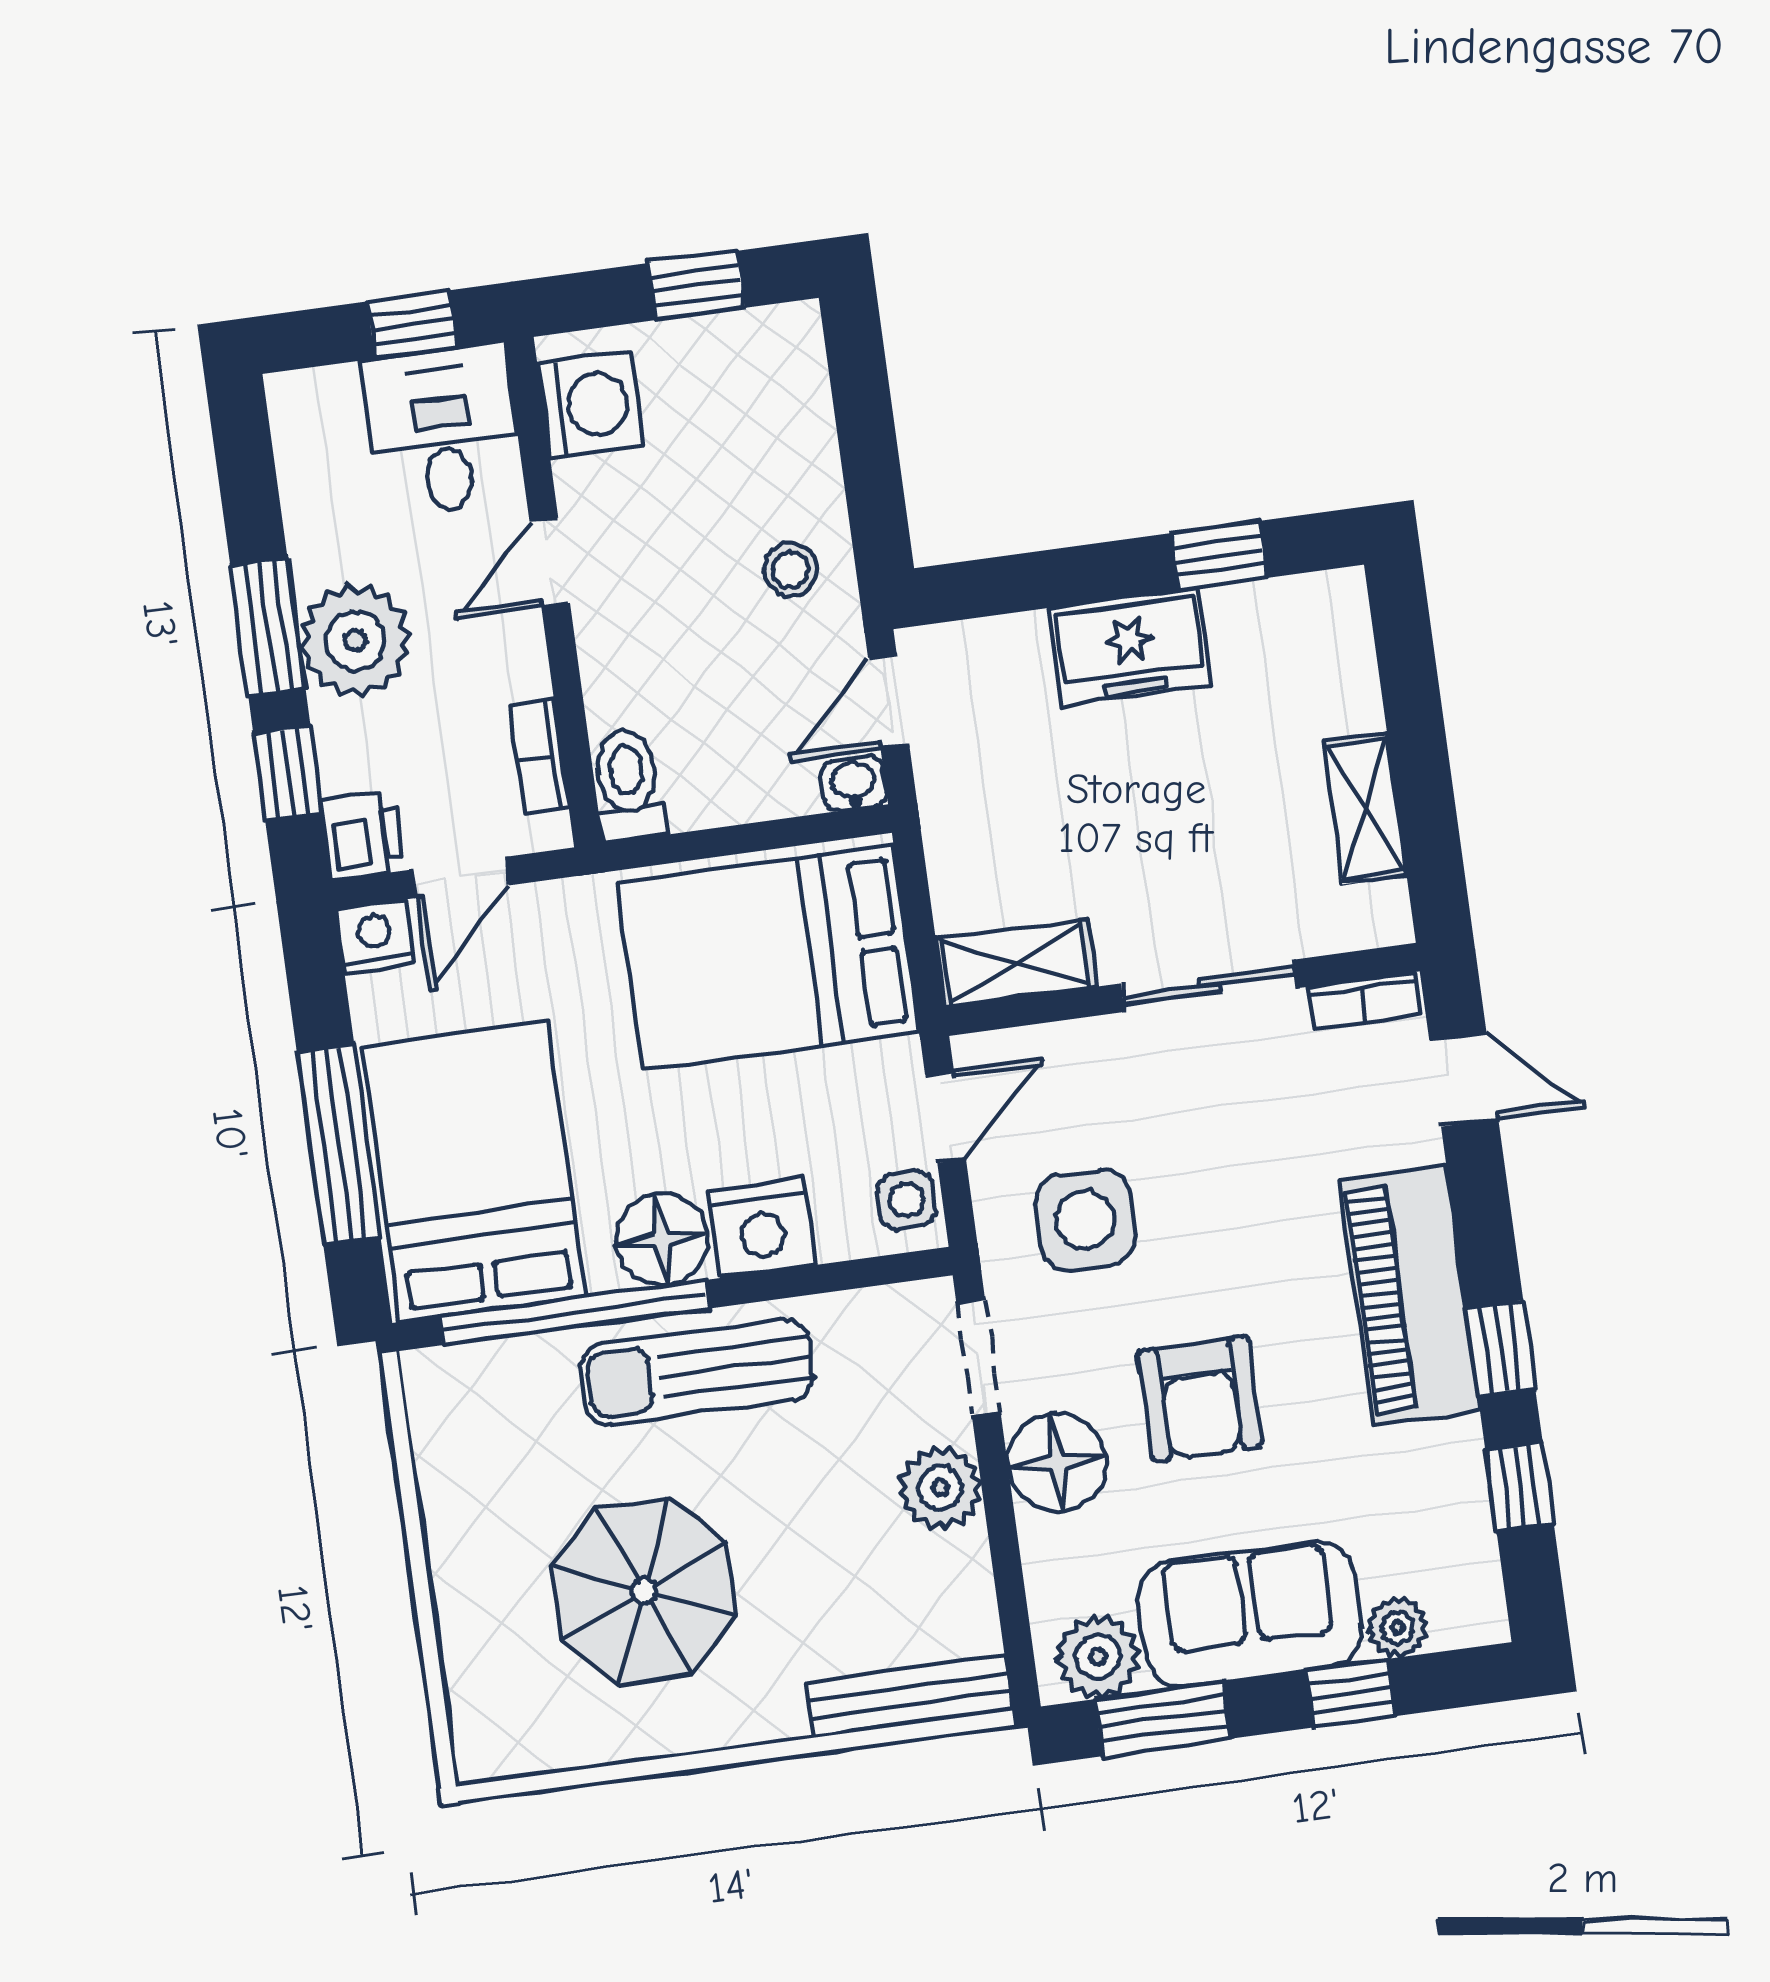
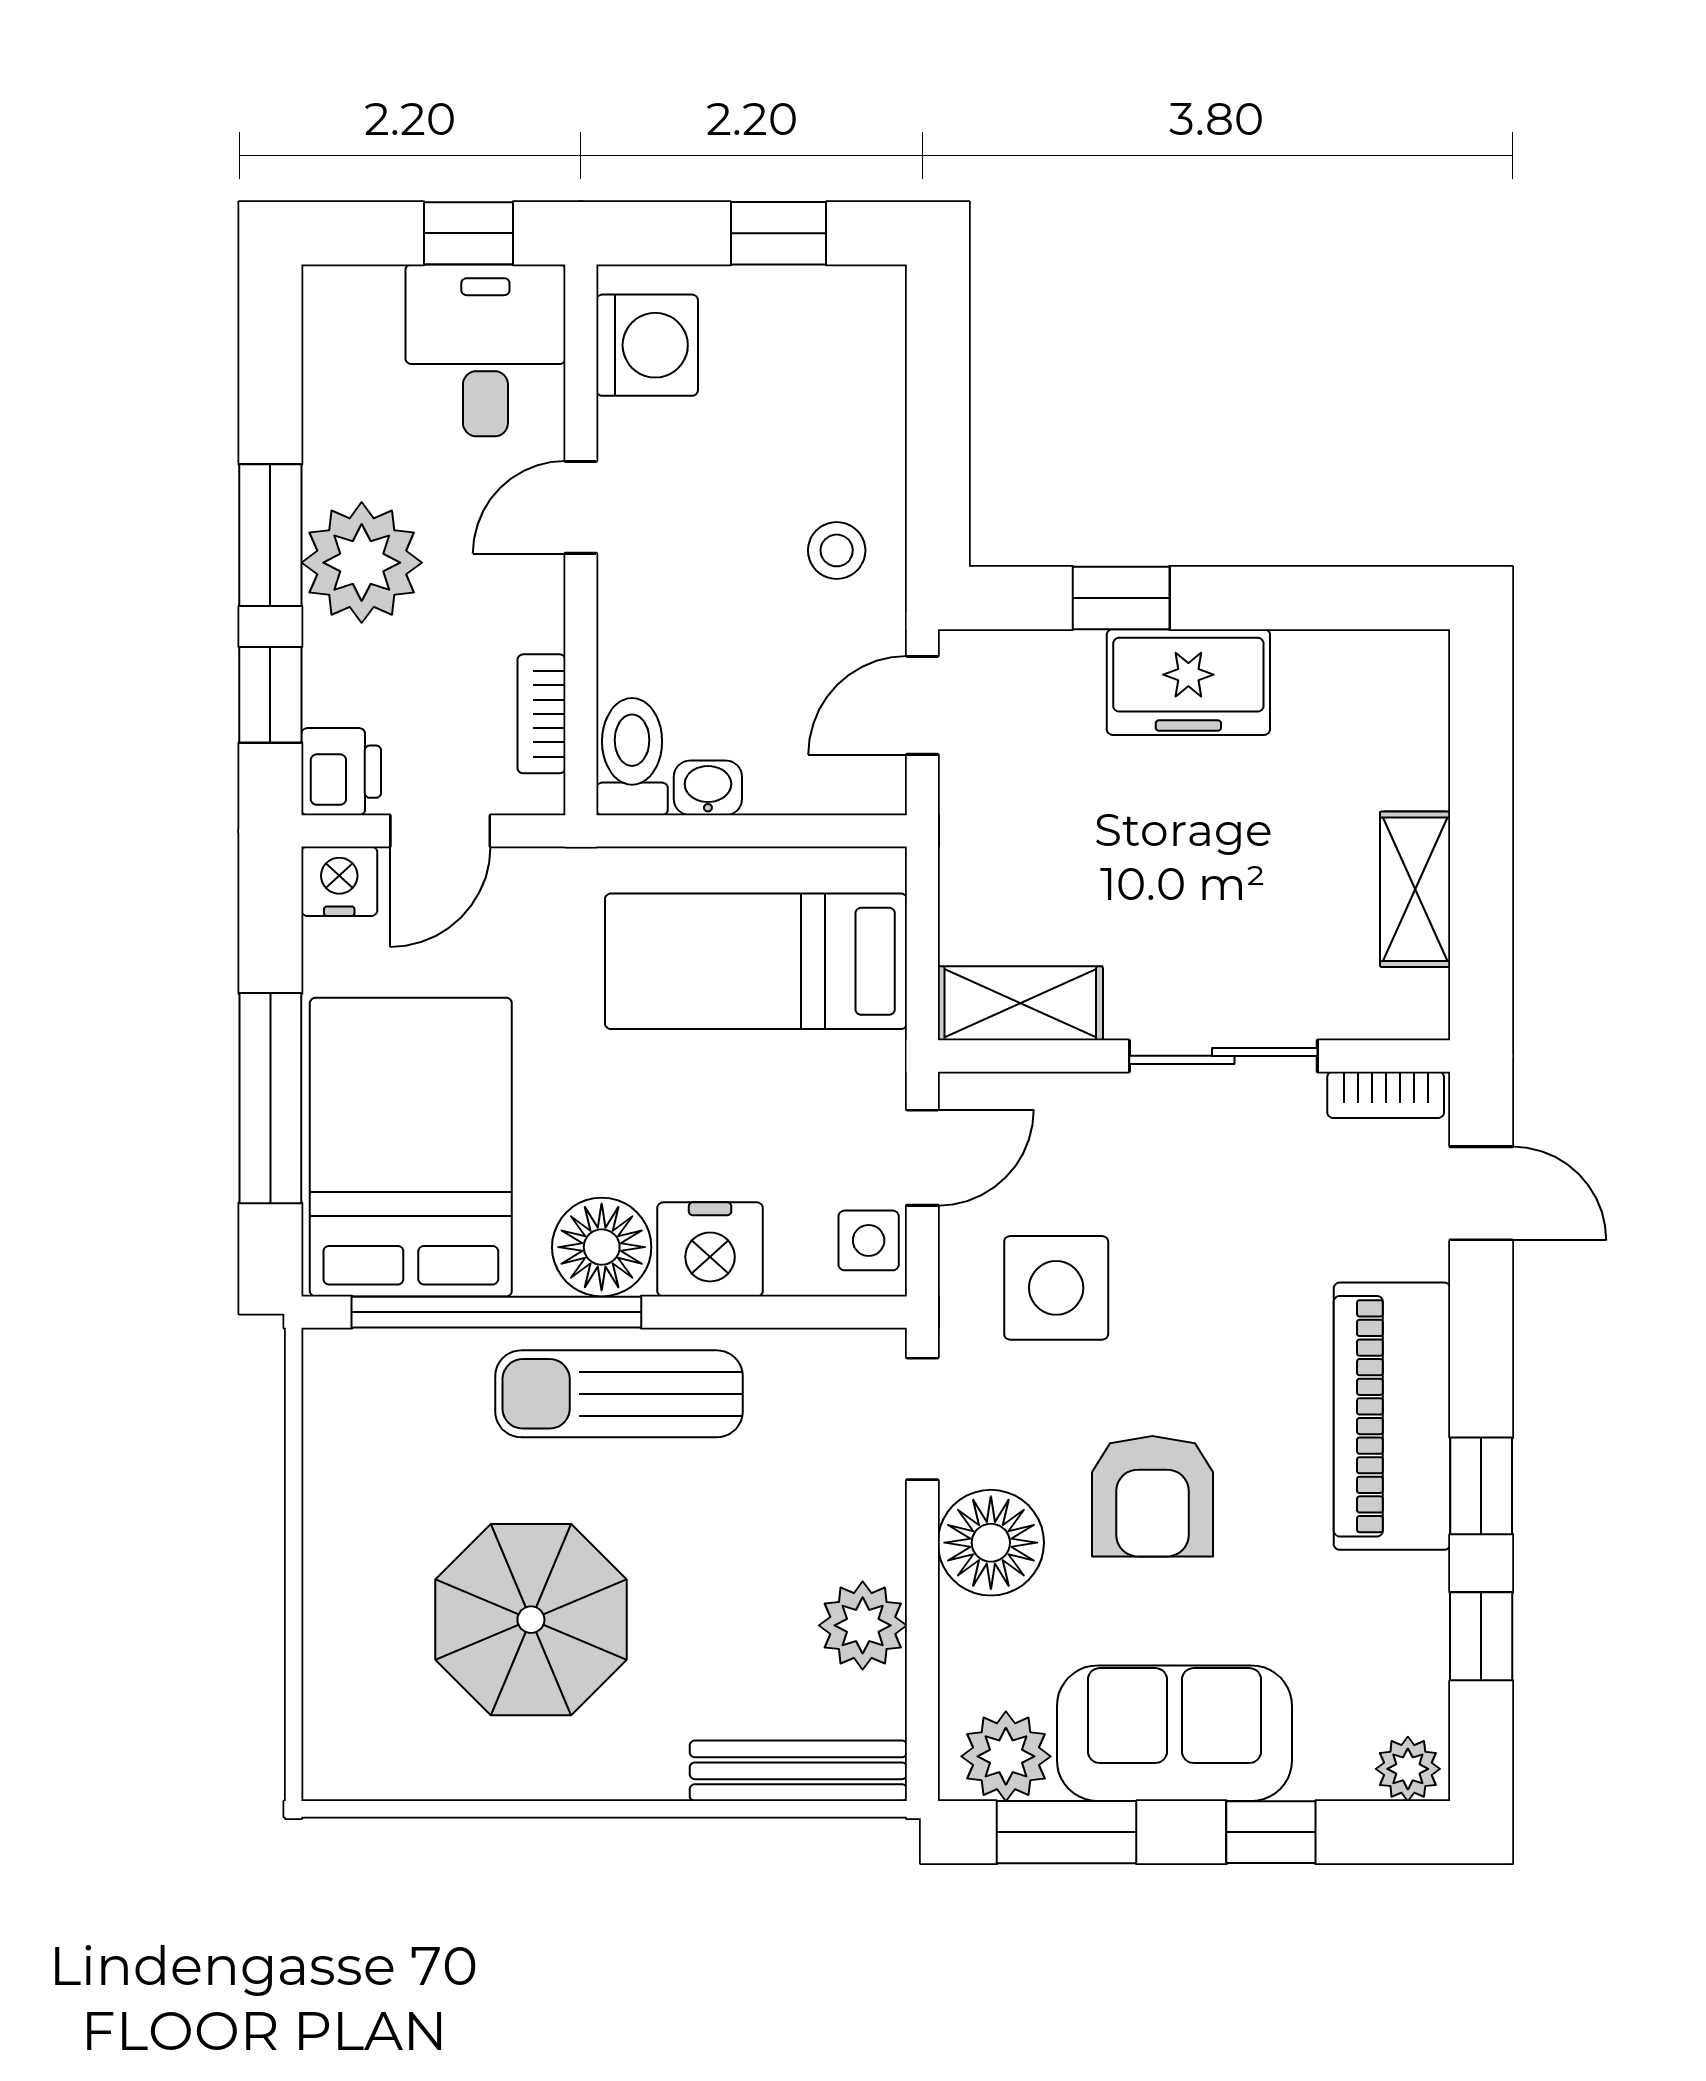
window: (1219, 555) -> (1121, 598), moved
washbasin: (853, 783) -> (708, 788), moved
bed: (768, 957) -> (756, 961), width x0.67
plant: (940, 1488) -> (863, 1625), moved
plant: (1398, 1627) -> (1408, 1769), moved

